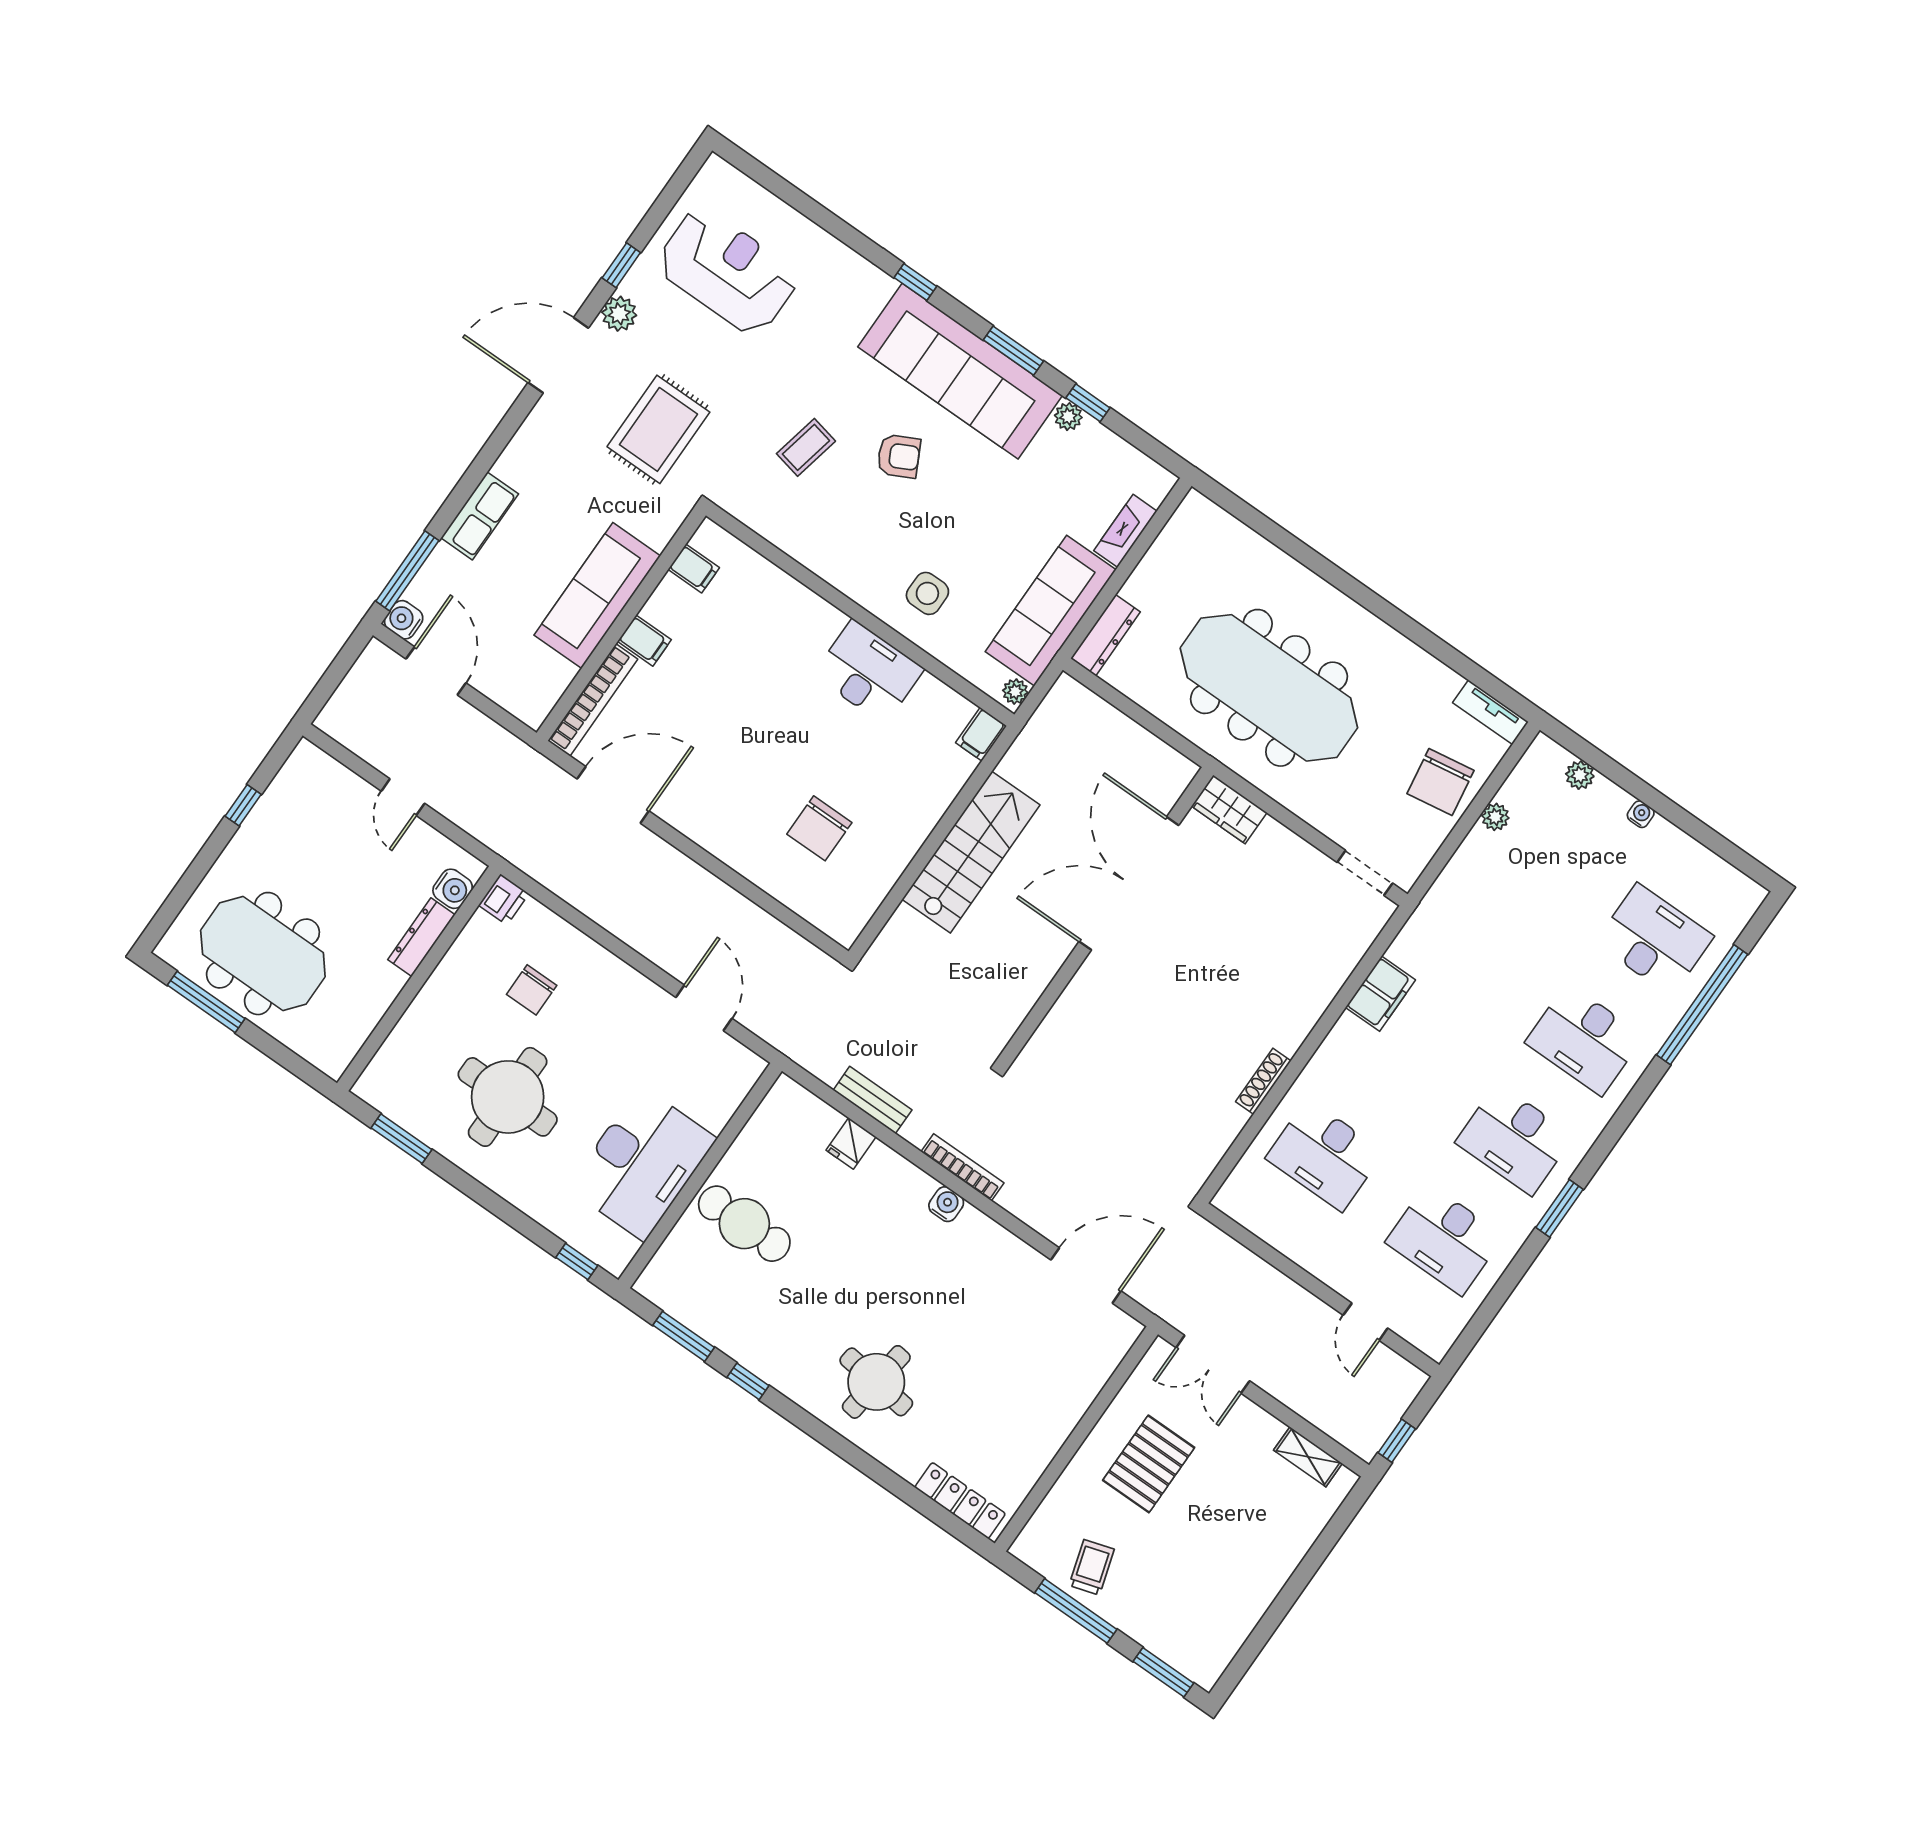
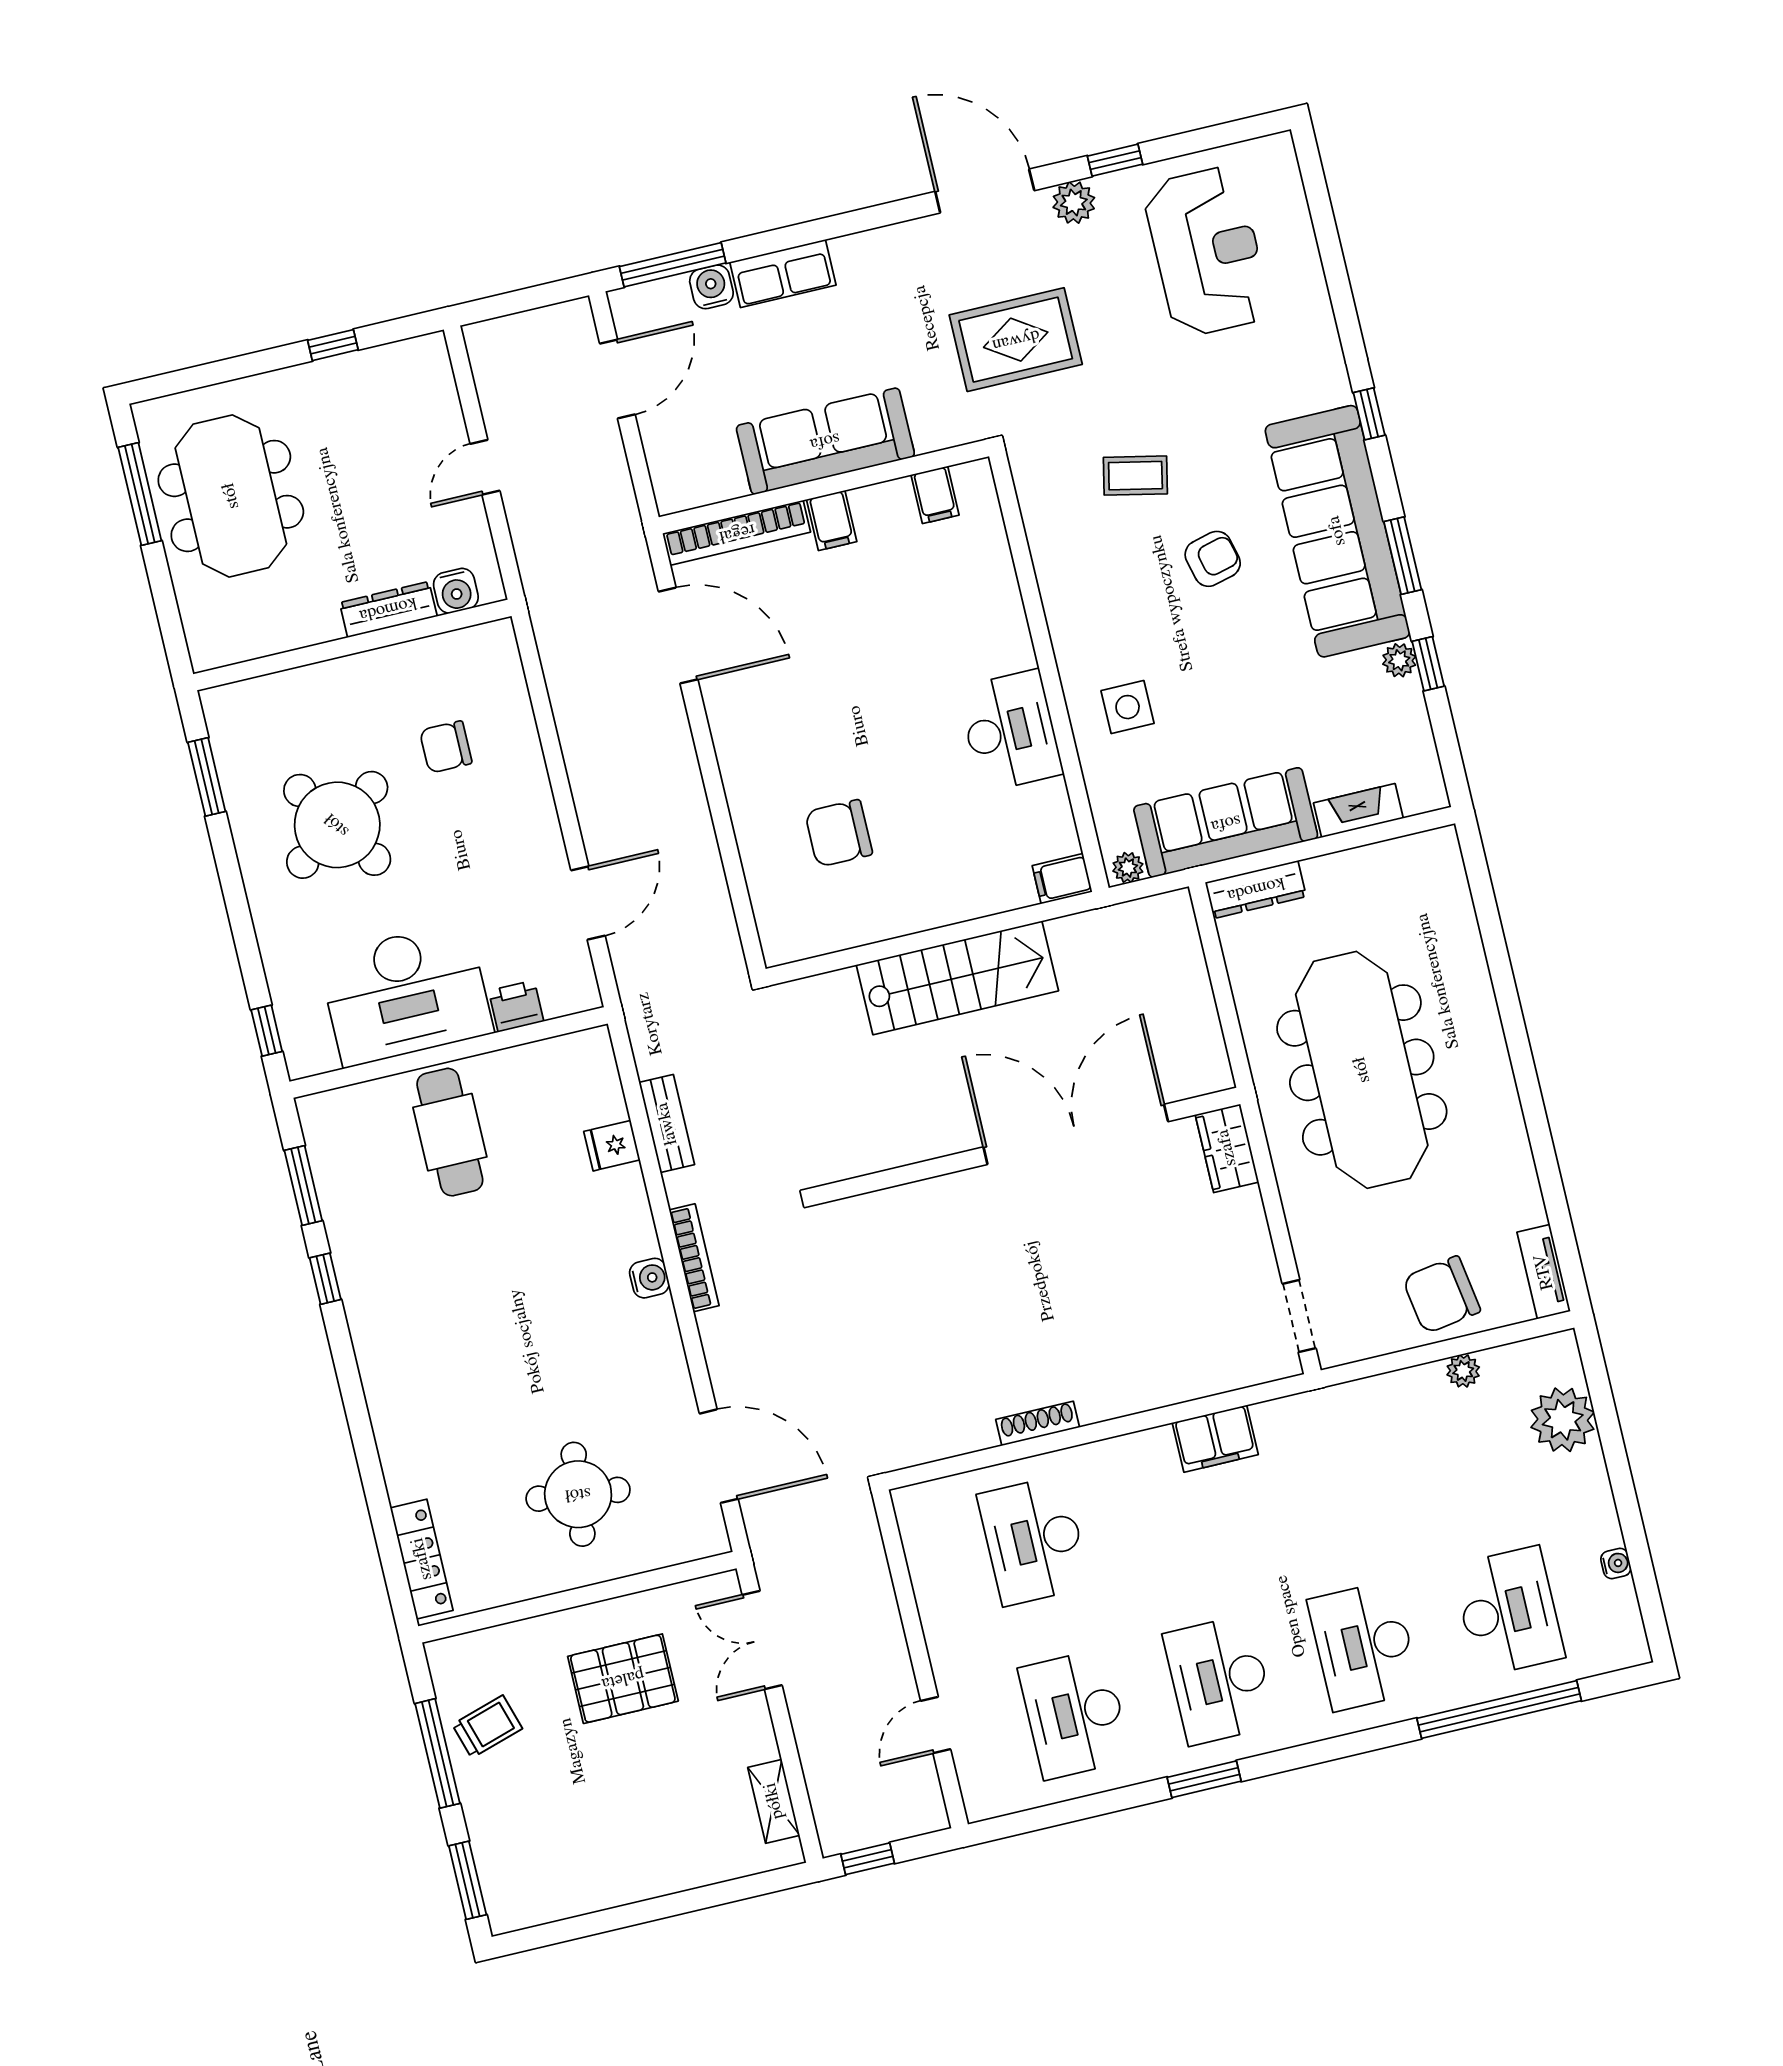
armchair: (899, 456) -> (1213, 559), turned -77
water cooler: (404, 620) -> (711, 287), moved
plant: (1580, 775) -> (1563, 1420), width x1.87, depth x1.87
water cooler: (1641, 814) -> (1616, 1563), moved
printer: (504, 900) -> (516, 1006), moved, turned 180
round table: (508, 1097) -> (337, 825), turned -34
round table: (876, 1382) -> (578, 1494), moved

